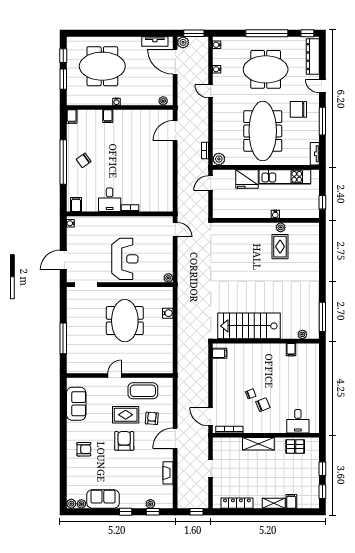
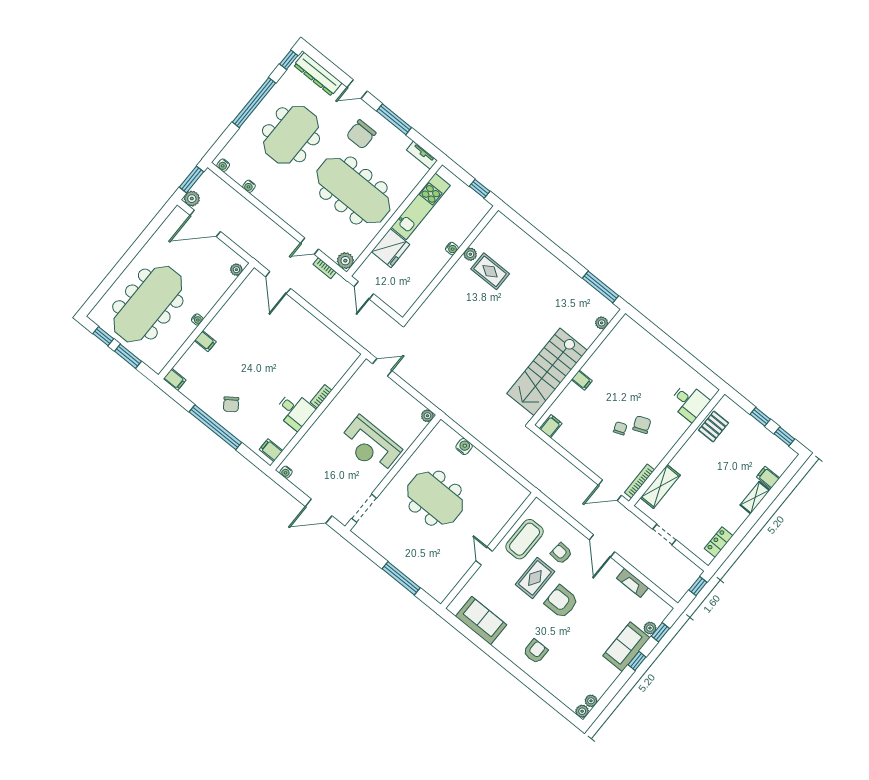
tv unit: (155, 42) -> (167, 227), removed
meeting table: (102, 66) -> (148, 304), width x1.36
door: (211, 91) -> (309, 246), moved
reception desk: (125, 259) -> (370, 445), turned 180
door: (63, 260) -> (319, 511), hinge flipped
filing cabinet: (291, 350) -> (582, 380), moved
shelving: (258, 444) -> (660, 486), moved
sofa: (103, 499) -> (626, 647), moved
locker: (237, 503) -> (719, 542), width x0.66

